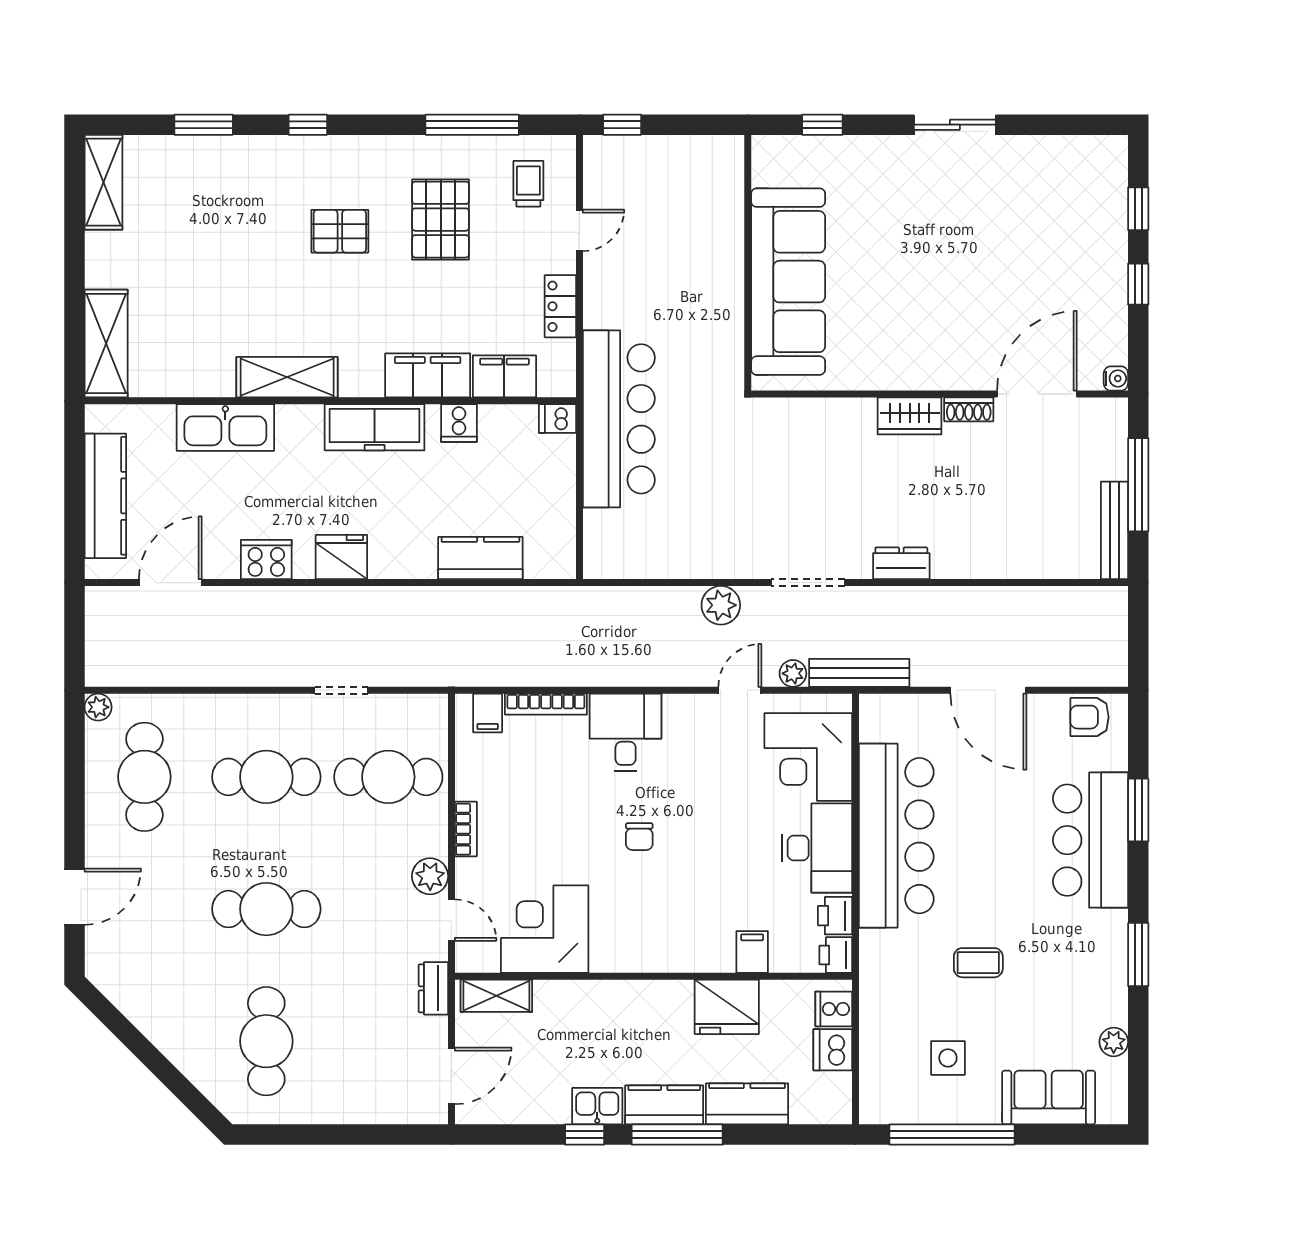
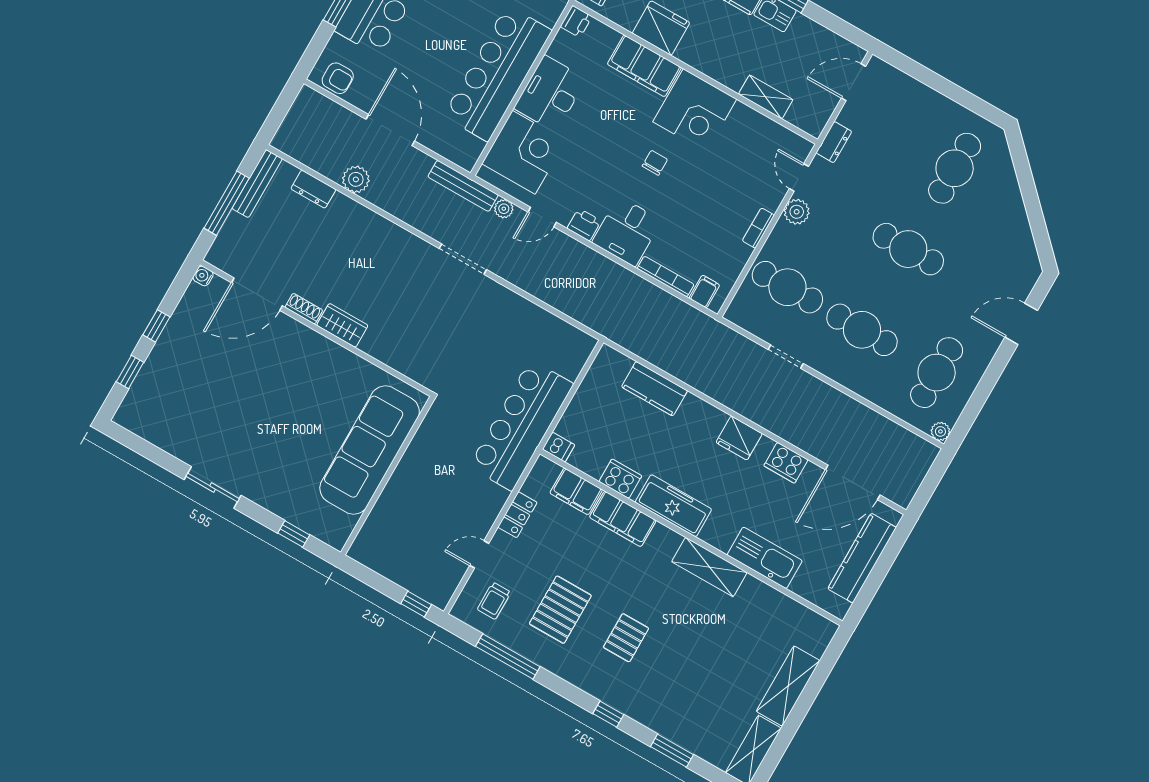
pallet: (340, 231) -> (626, 638), turned 90
shelving: (106, 344) -> (788, 686), moved
cooker: (459, 423) -> (620, 479), width x1.36
dresser: (901, 563) -> (313, 189), moved
door: (170, 583) -> (853, 482), width x1.36
plant: (721, 605) -> (356, 179), moved
printer: (835, 916) -> (584, 225), moved, turned -90
corner desk: (545, 929) -> (695, 110), moved
filing cabinet: (752, 952) -> (644, 66), width x3.00, depth x1.17
shelving: (496, 996) -> (766, 97), moved

